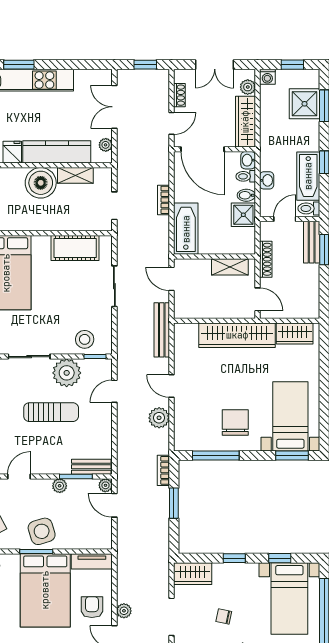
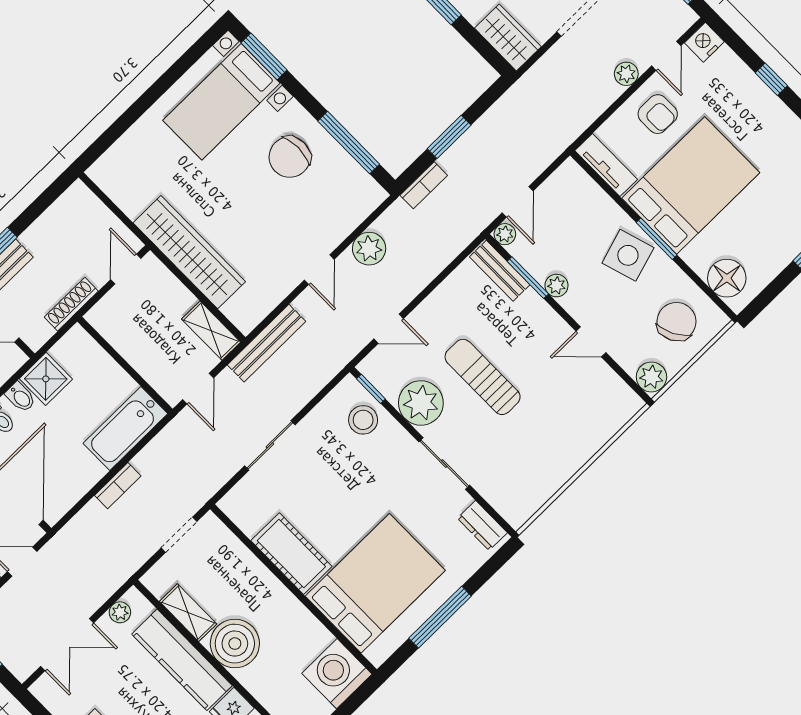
cot: (75, 248) -> (291, 554), moved
shelving: (230, 267) -> (211, 331), moved
wardrobe: (295, 334) -> (123, 189), removed
armchair: (92, 607) -> (658, 114), turned -90

